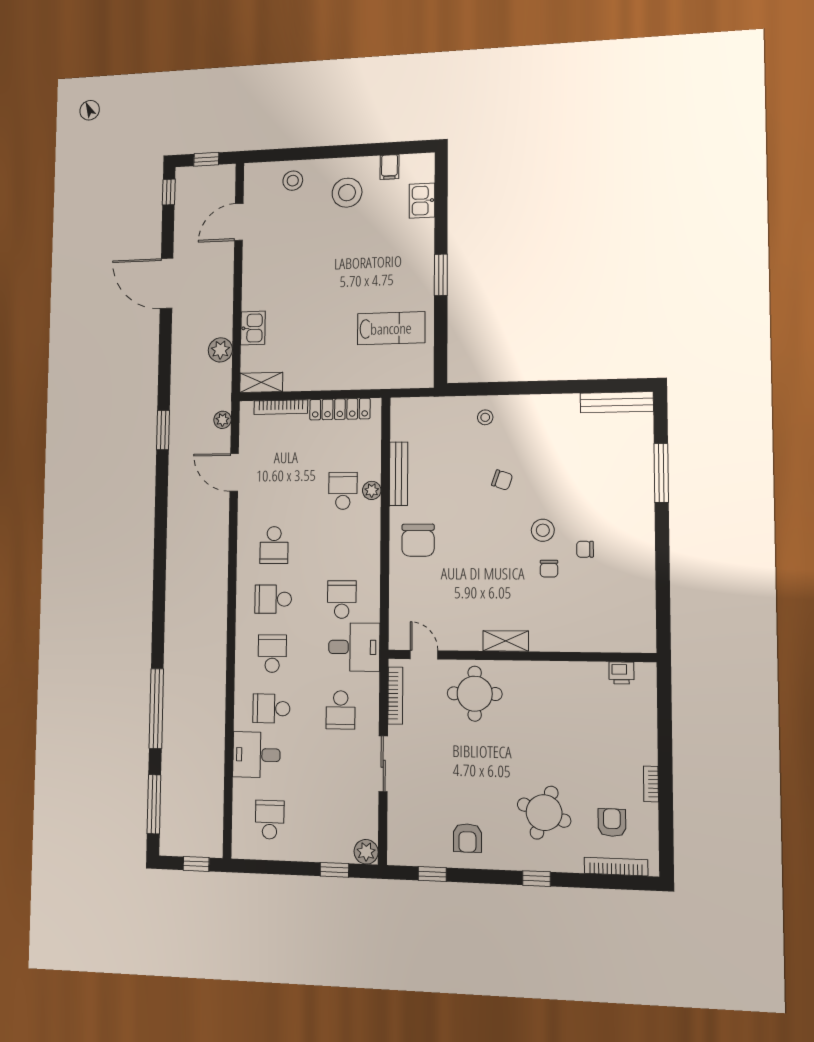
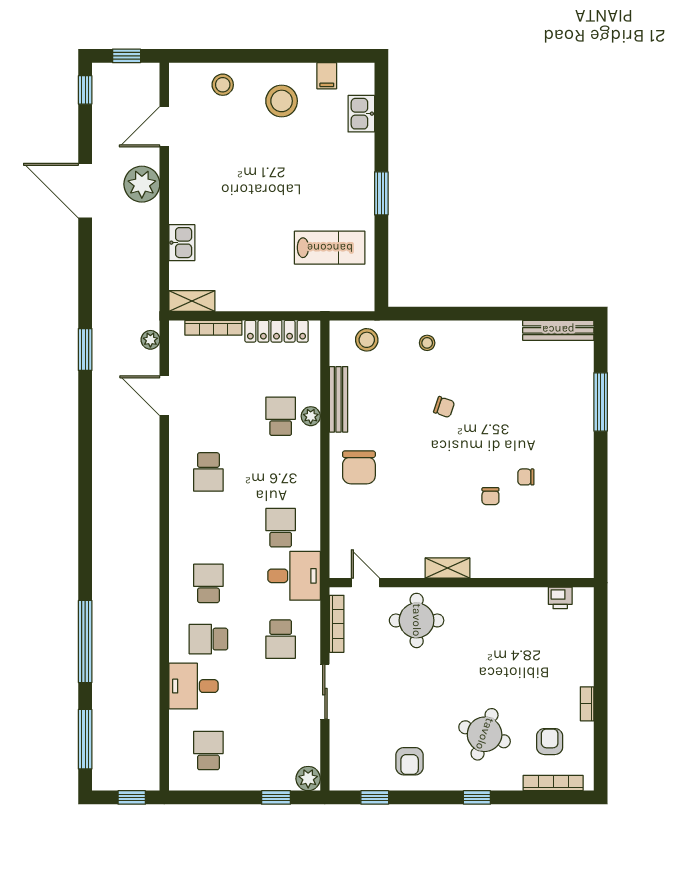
plant: (220, 350) -> (142, 184), moved, width x1.36, depth x1.36
stool: (543, 530) -> (367, 340), moved
school desk: (273, 599) -> (208, 528), removed

